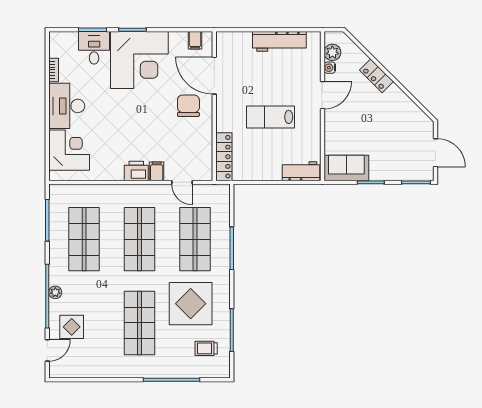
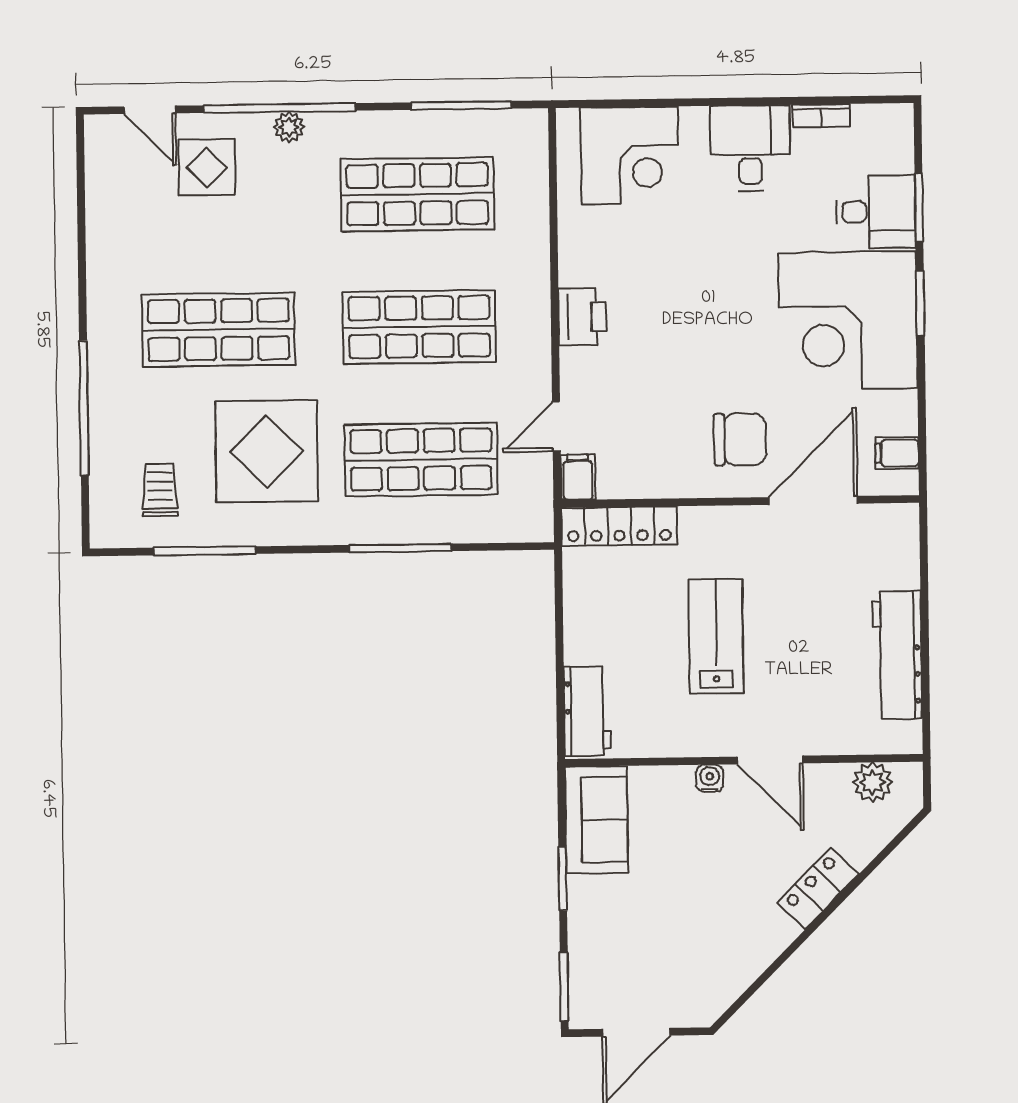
water cooler: (330, 68) -> (710, 778), moved
desk: (67, 106) -> (750, 148), width x0.73
filing cabinet: (157, 171) -> (578, 477), moved, turned -90

